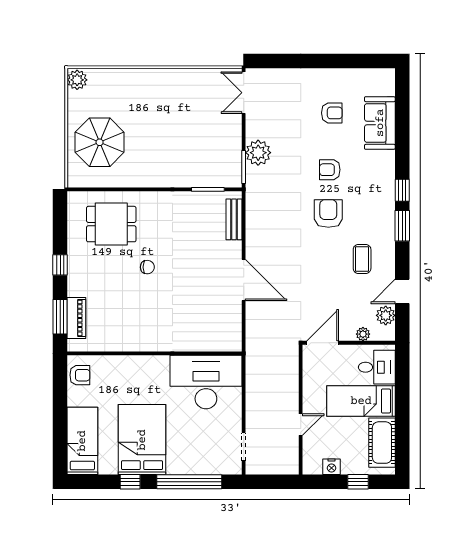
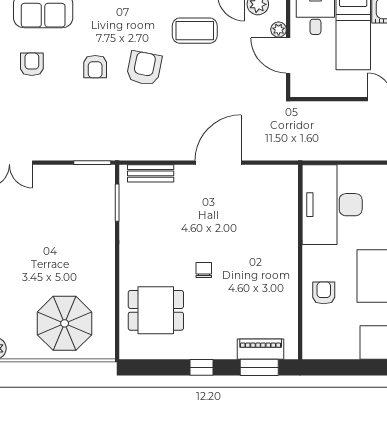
plant: (258, 153) -> (76, 146), removed
armchair: (328, 214) -> (144, 68), turned 101
dining table: (111, 224) -> (156, 310), turned 90
coffee table: (362, 259) -> (195, 31), width x1.36, depth x1.30
door: (323, 343) -> (288, 55), moved
armchair: (80, 375) -> (324, 293), moved

